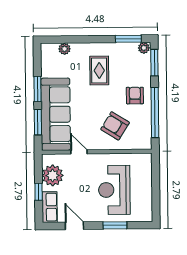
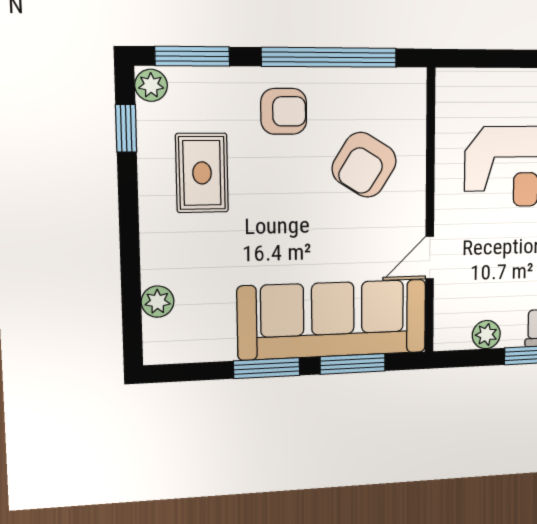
window: (128, 39) -> (126, 128), width x0.67
rug: (99, 70) -> (202, 173), moved, turned 90
armchair: (135, 96) -> (284, 111), turned 180
plant: (53, 175) -> (486, 335), width x0.53, depth x0.53

